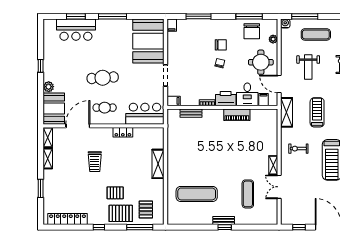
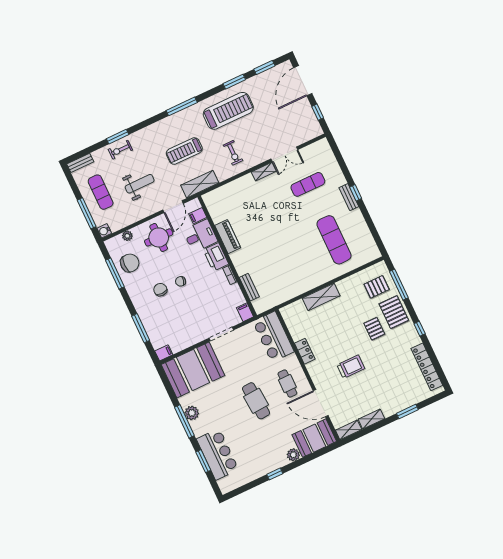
plant: (116, 25) -> (192, 413), added

